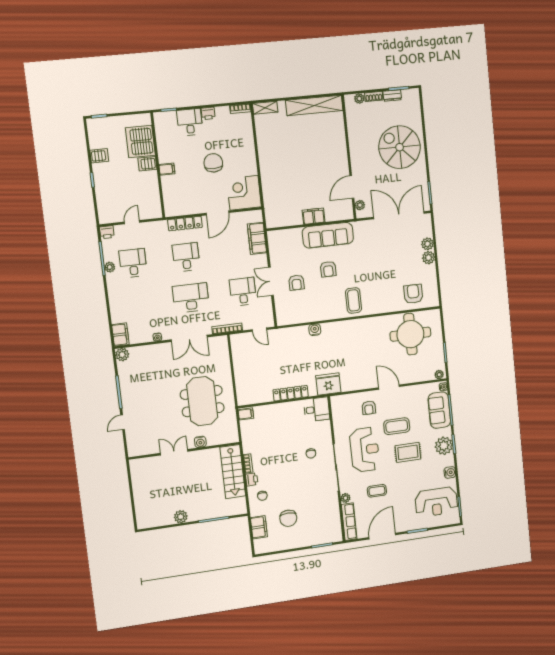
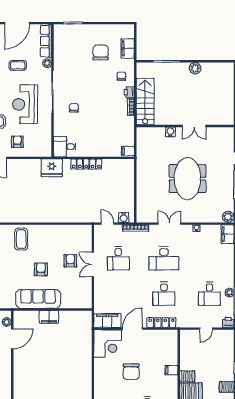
filing cabinet: (257, 238) -> (107, 321), moved, turned -90
double door: (271, 281) -> (93, 264), swing flipped
water cooler: (315, 330) -> (124, 218), moved
double door: (189, 338) -> (169, 224), width x0.73
meeting table: (202, 401) -> (187, 179), moved

